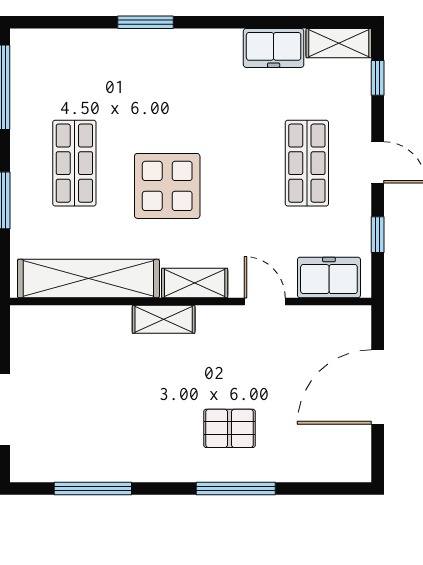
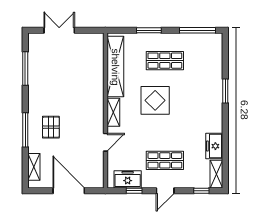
freezer: (329, 277) -> (128, 179), moved, turned -90
shelving: (164, 319) -> (34, 167), moved

